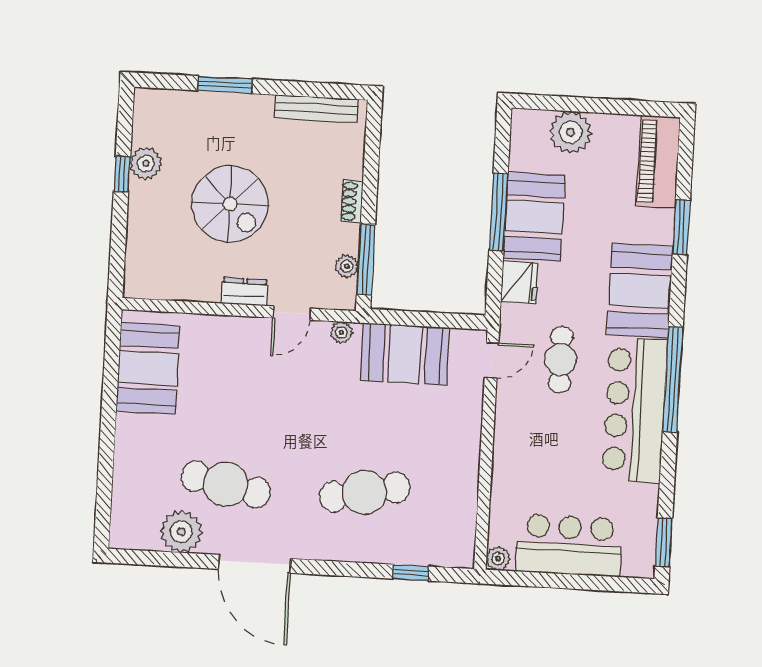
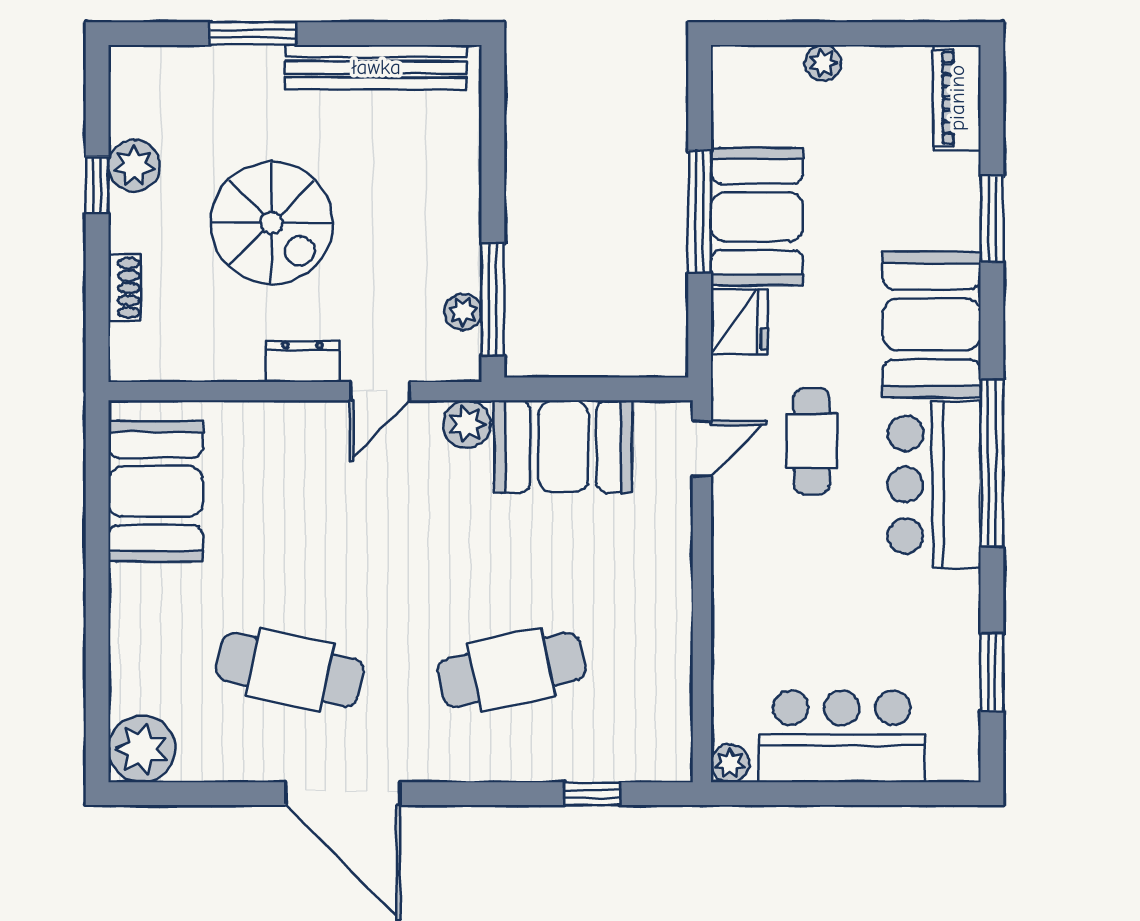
bench: (316, 109) -> (376, 67), width x1.37, depth x1.21
plant: (571, 132) -> (823, 63), width x0.53, depth x0.53
piano: (658, 162) -> (957, 98), width x0.73, depth x0.75
shoe rack: (352, 201) -> (125, 288), moved, turned 180
plant: (341, 332) -> (467, 424), width x1.38, depth x1.38
bar counter: (635, 410) -> (934, 485), width x0.73
plant: (181, 532) -> (142, 749), moved
window: (664, 542) -> (992, 672), moved

